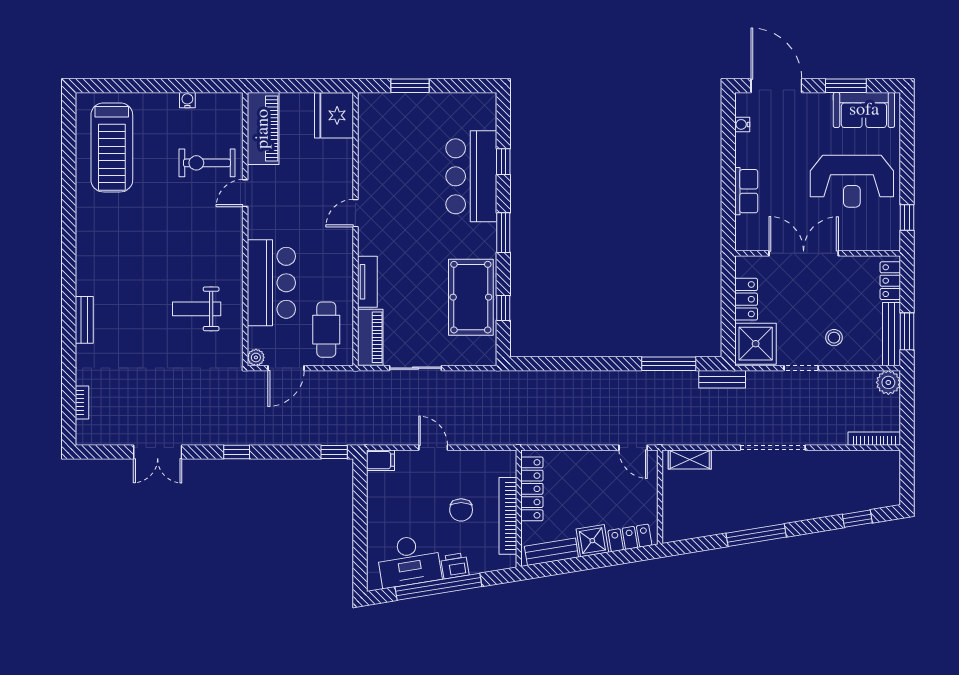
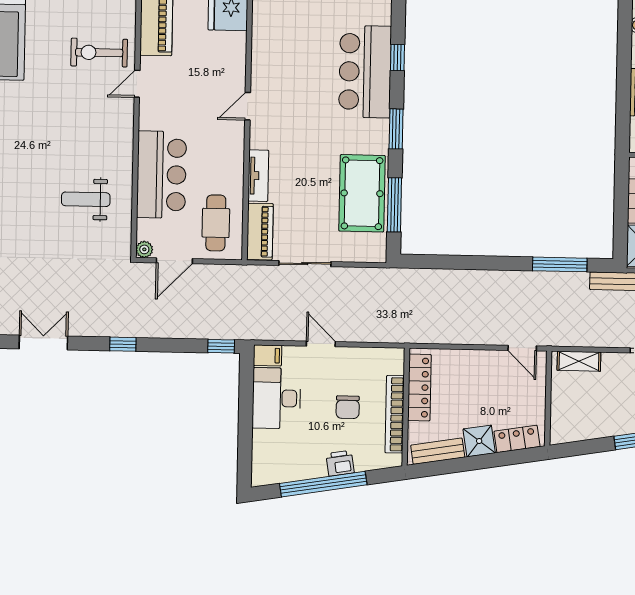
window: (503, 308) -> (394, 205), width x2.17
double door: (158, 452) -> (43, 343), swing flipped
desk: (409, 561) -> (276, 398), moved, turned 99

